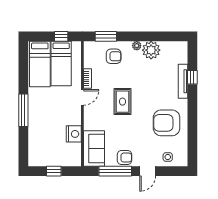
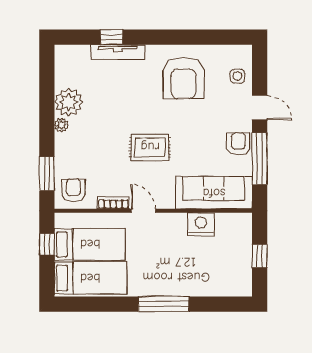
armchair: (114, 56) -> (73, 191), moved
sofa: (94, 149) -> (214, 193), width x1.36

